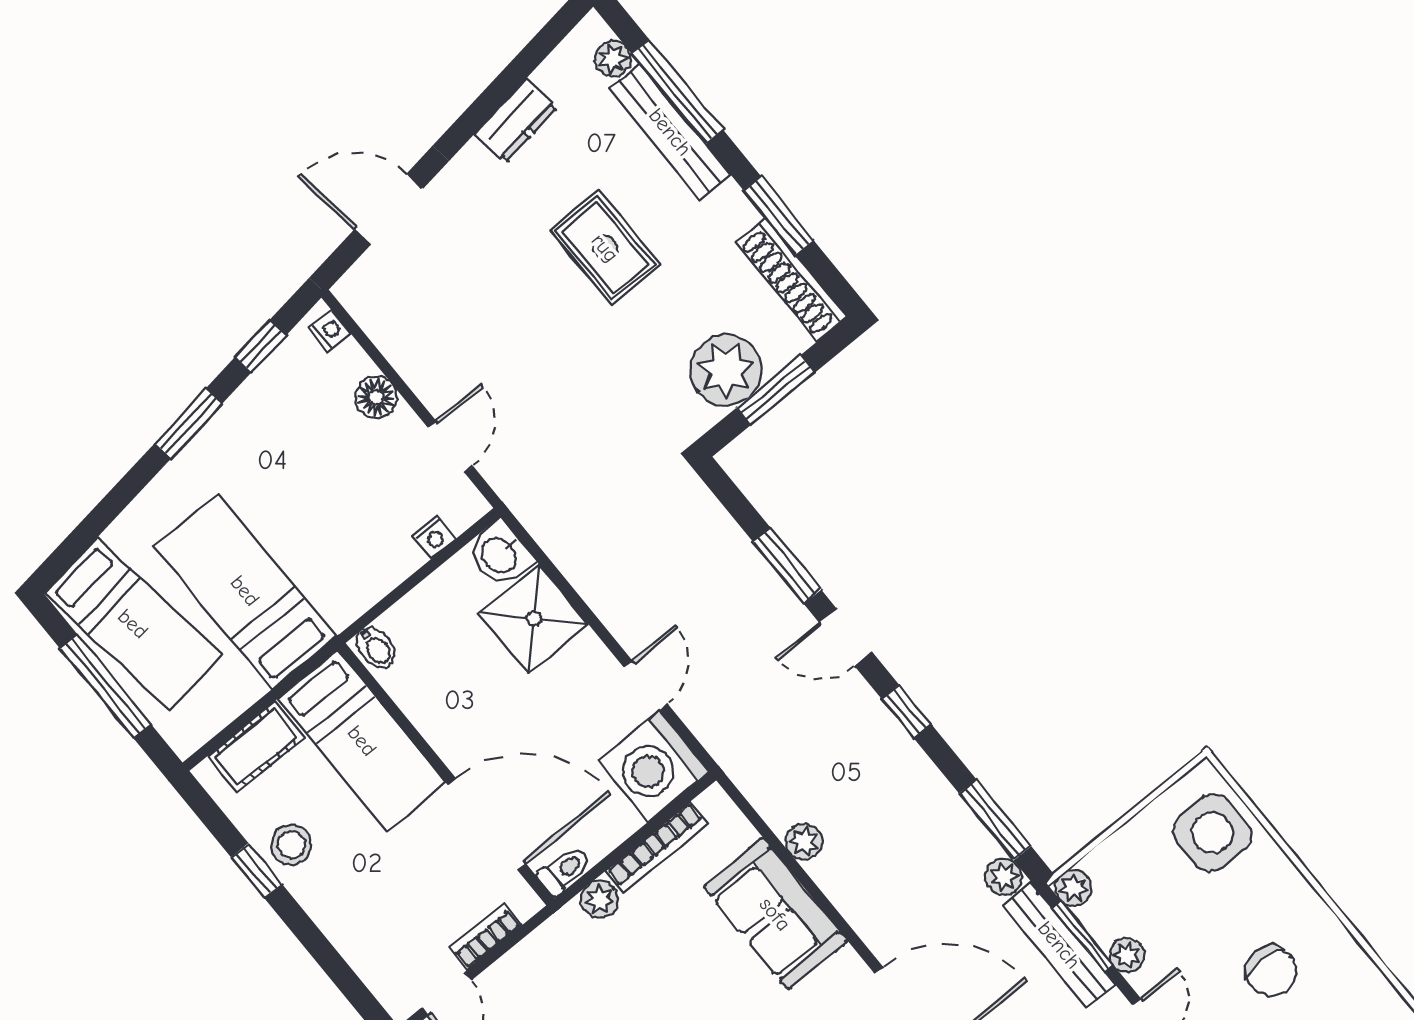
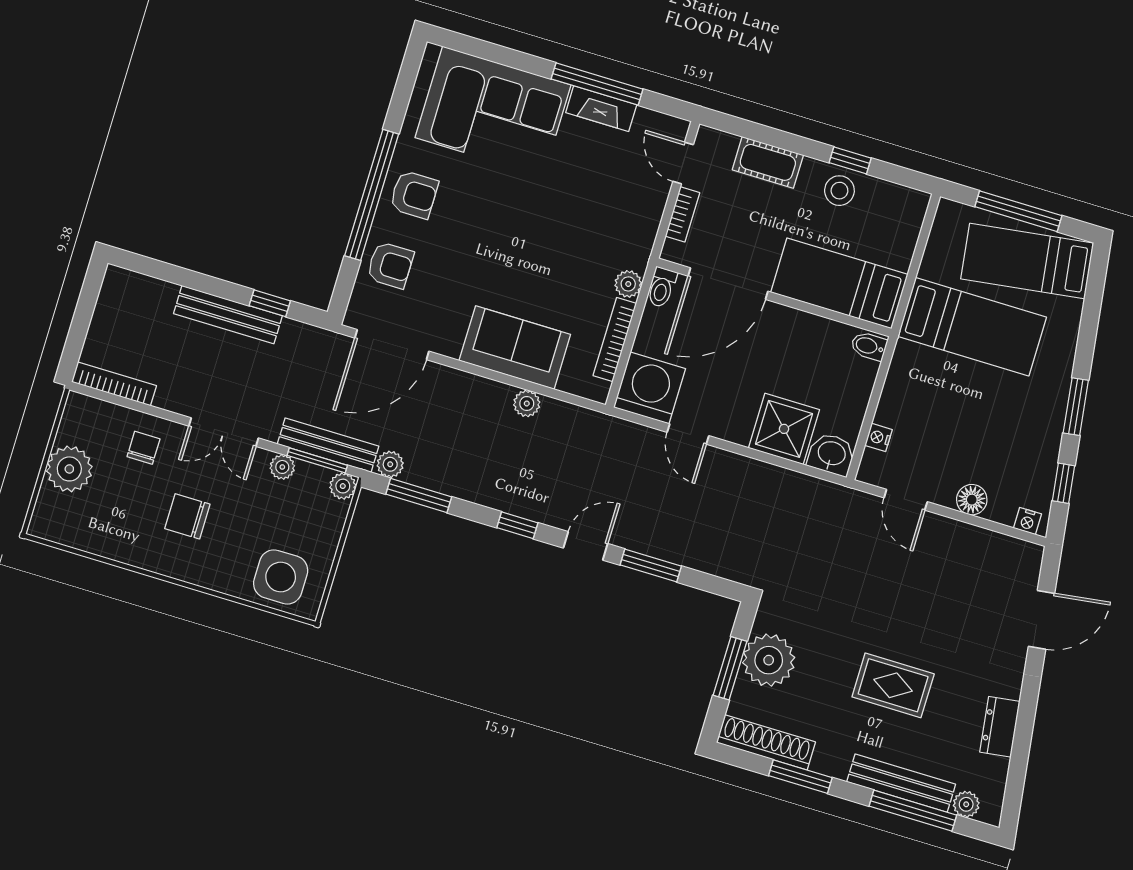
cot: (256, 747) -> (768, 162), moved, turned 90

